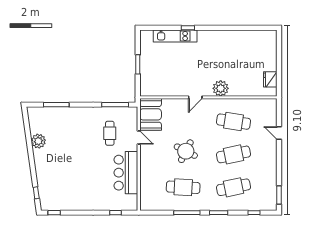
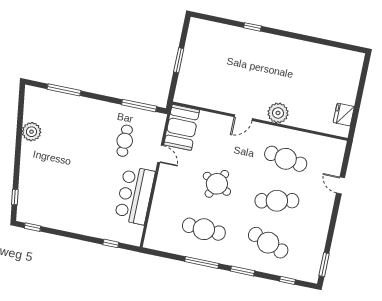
kitchen unit: (175, 36) -> (234, 34), removed
cafe table: (234, 187) -> (268, 243), turned 33

